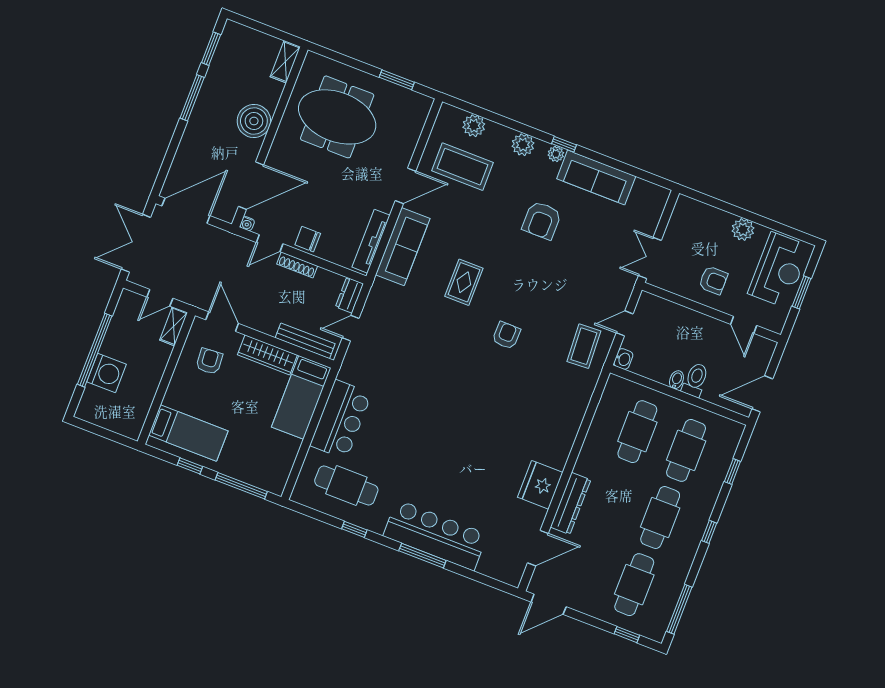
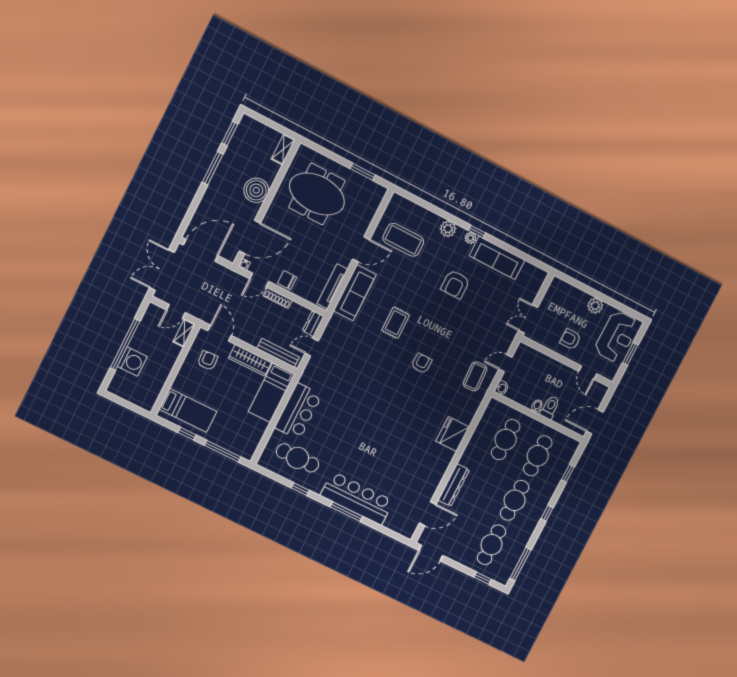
plant: (474, 126) -> (414, 211), removed
armchair: (713, 280) -> (570, 339), turned 180
fridge: (540, 485) -> (453, 434), moved

